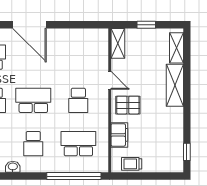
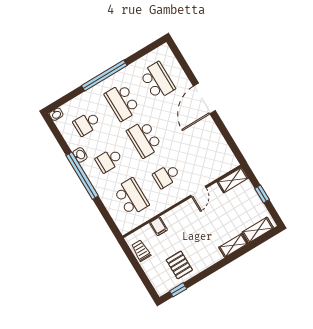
shelving: (175, 85) -> (233, 245), width x0.67, depth x0.75
school desk: (33, 100) -> (144, 139), turned 180
pallet: (128, 105) -> (179, 265), moved
filing cabinet: (119, 135) -> (159, 226), width x0.50
window: (74, 176) -> (82, 176), moved

